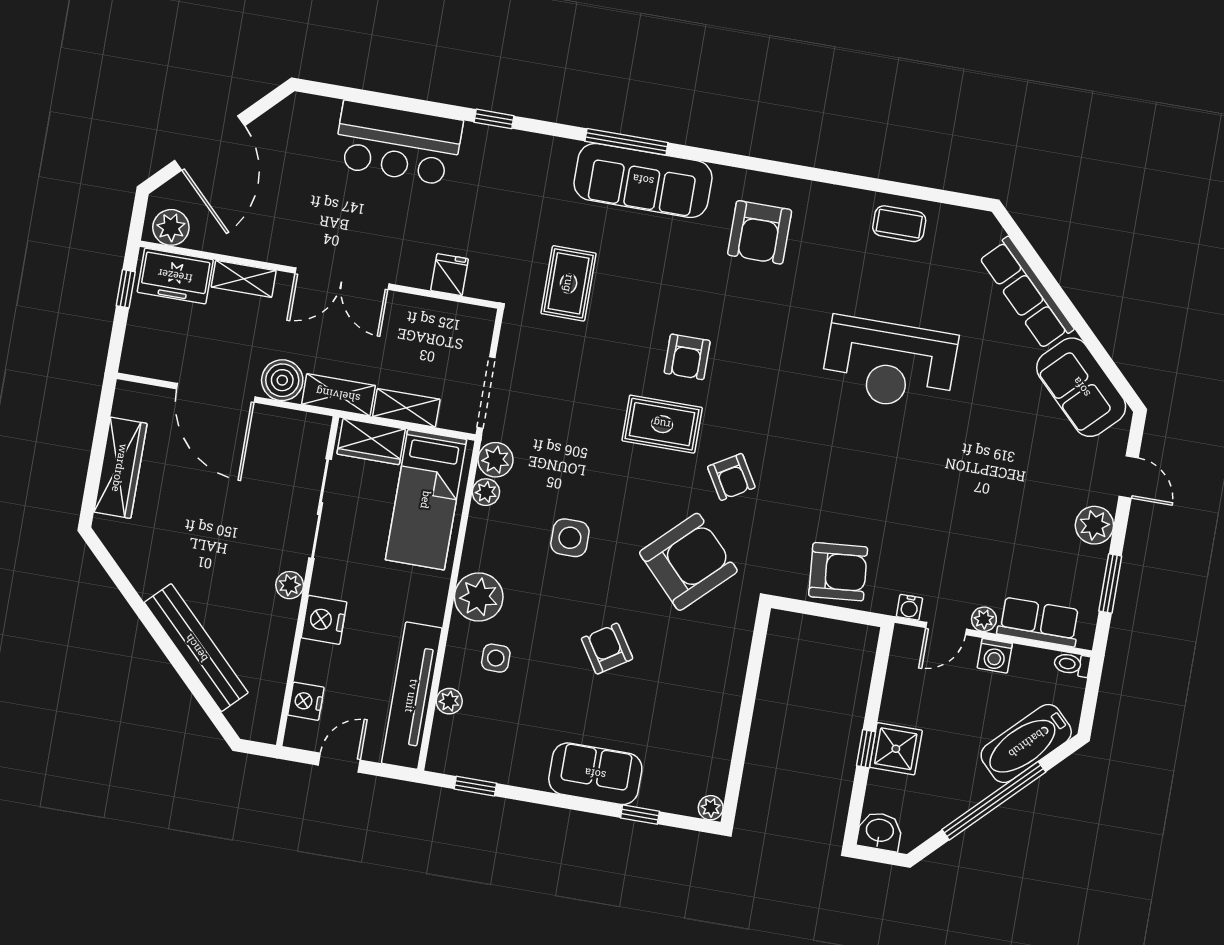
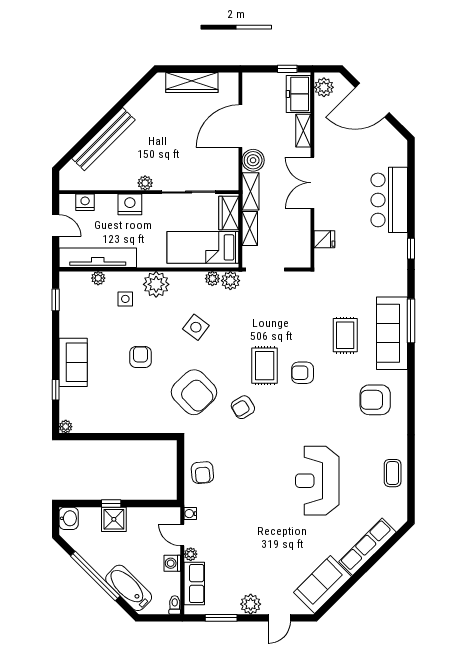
rug: (569, 283) -> (345, 335), moved, turned 90
side table: (570, 538) -> (196, 327), turned 37
armchair: (838, 572) -> (202, 473), width x0.72, depth x0.72
armchair: (607, 649) -> (141, 357), turned -57

